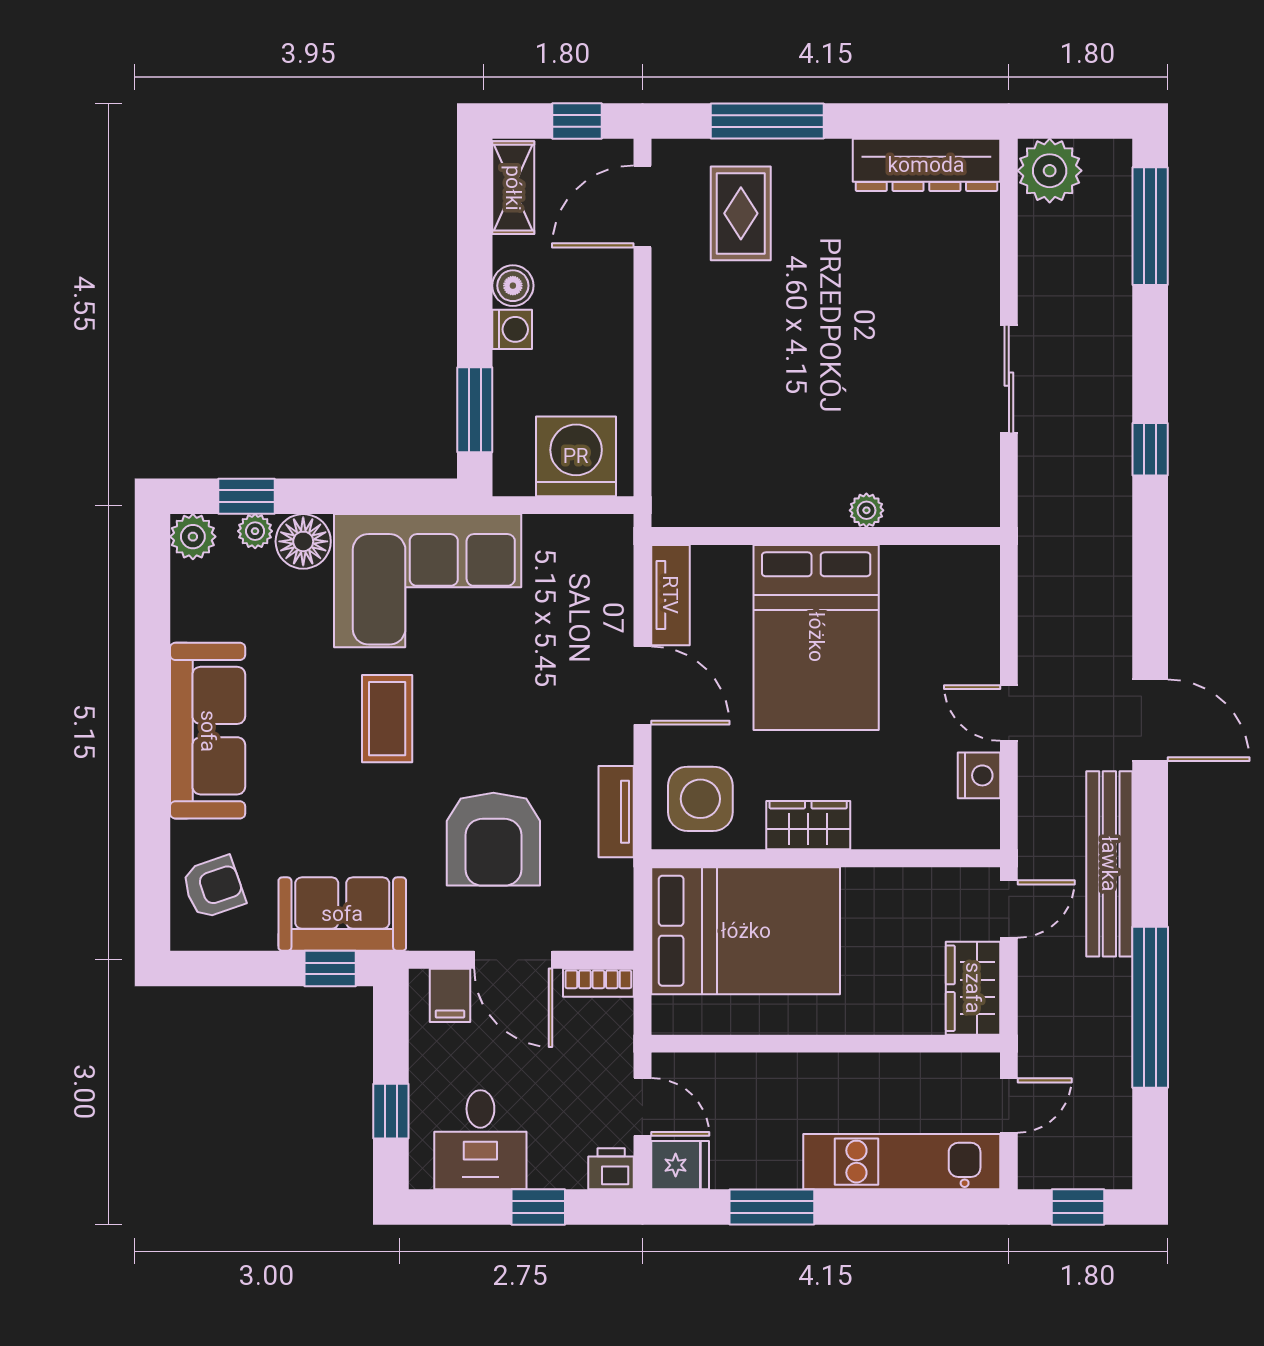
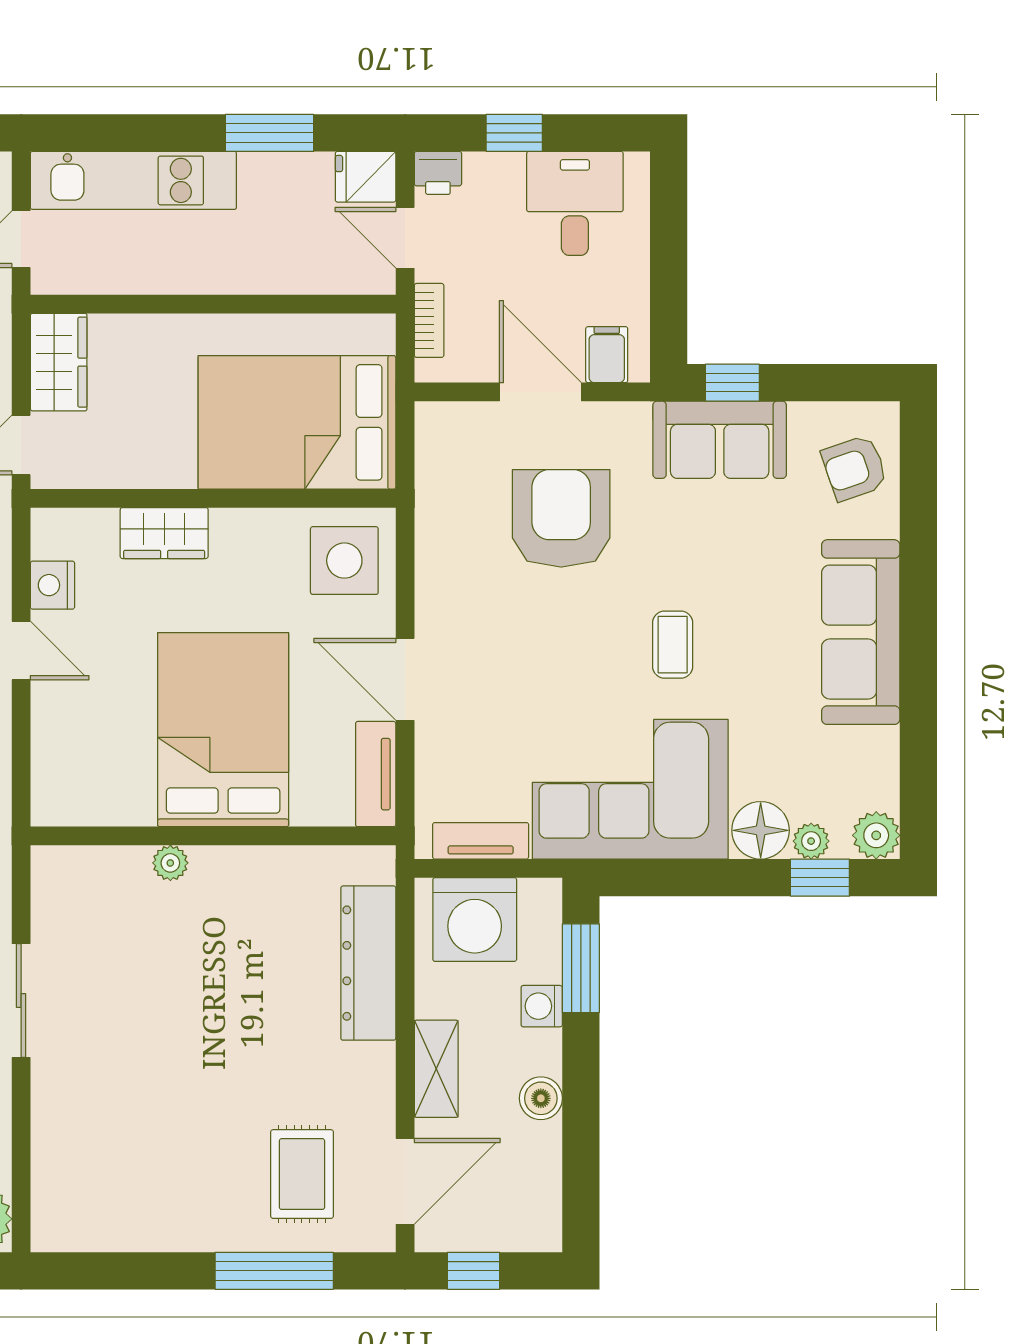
dresser: (926, 165) -> (368, 963), moved, turned -90
shelving: (513, 188) -> (436, 1069), moved
washing machine: (512, 329) -> (542, 1006), moved
coffee table: (387, 719) -> (673, 645), width x0.73, depth x0.77
tv unit: (616, 812) -> (481, 841), moved, turned -90
wardrobe: (808, 825) -> (164, 533), moved
bookcase: (598, 983) -> (429, 320), moved, turned 90
window: (391, 1111) -> (669, 233), removed

